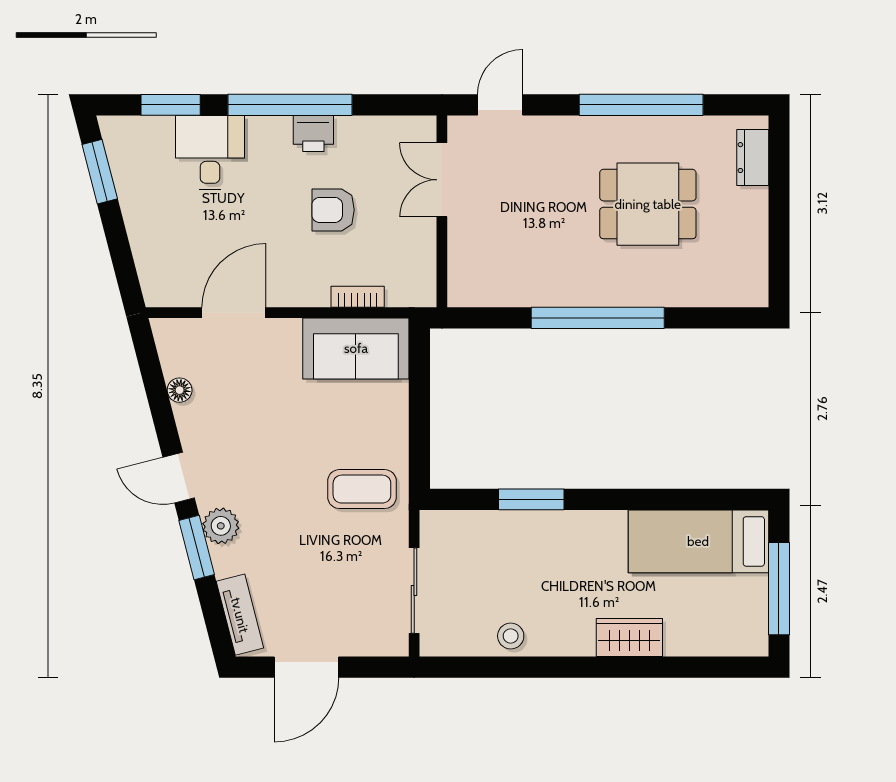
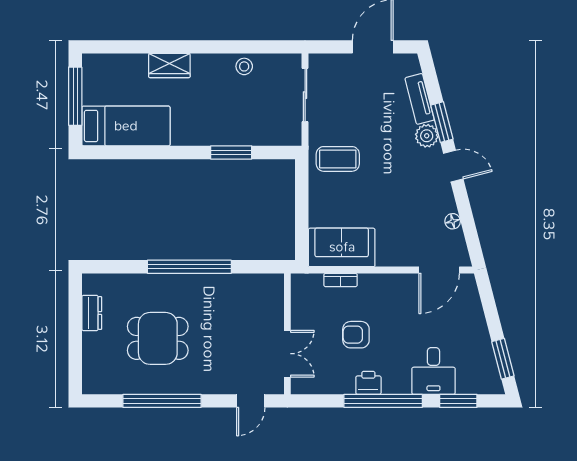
dresser: (753, 158) -> (92, 313), moved
armchair: (333, 210) -> (356, 335), turned 180
door: (234, 313) -> (439, 270), moved
tv unit: (240, 615) -> (420, 99), moved

